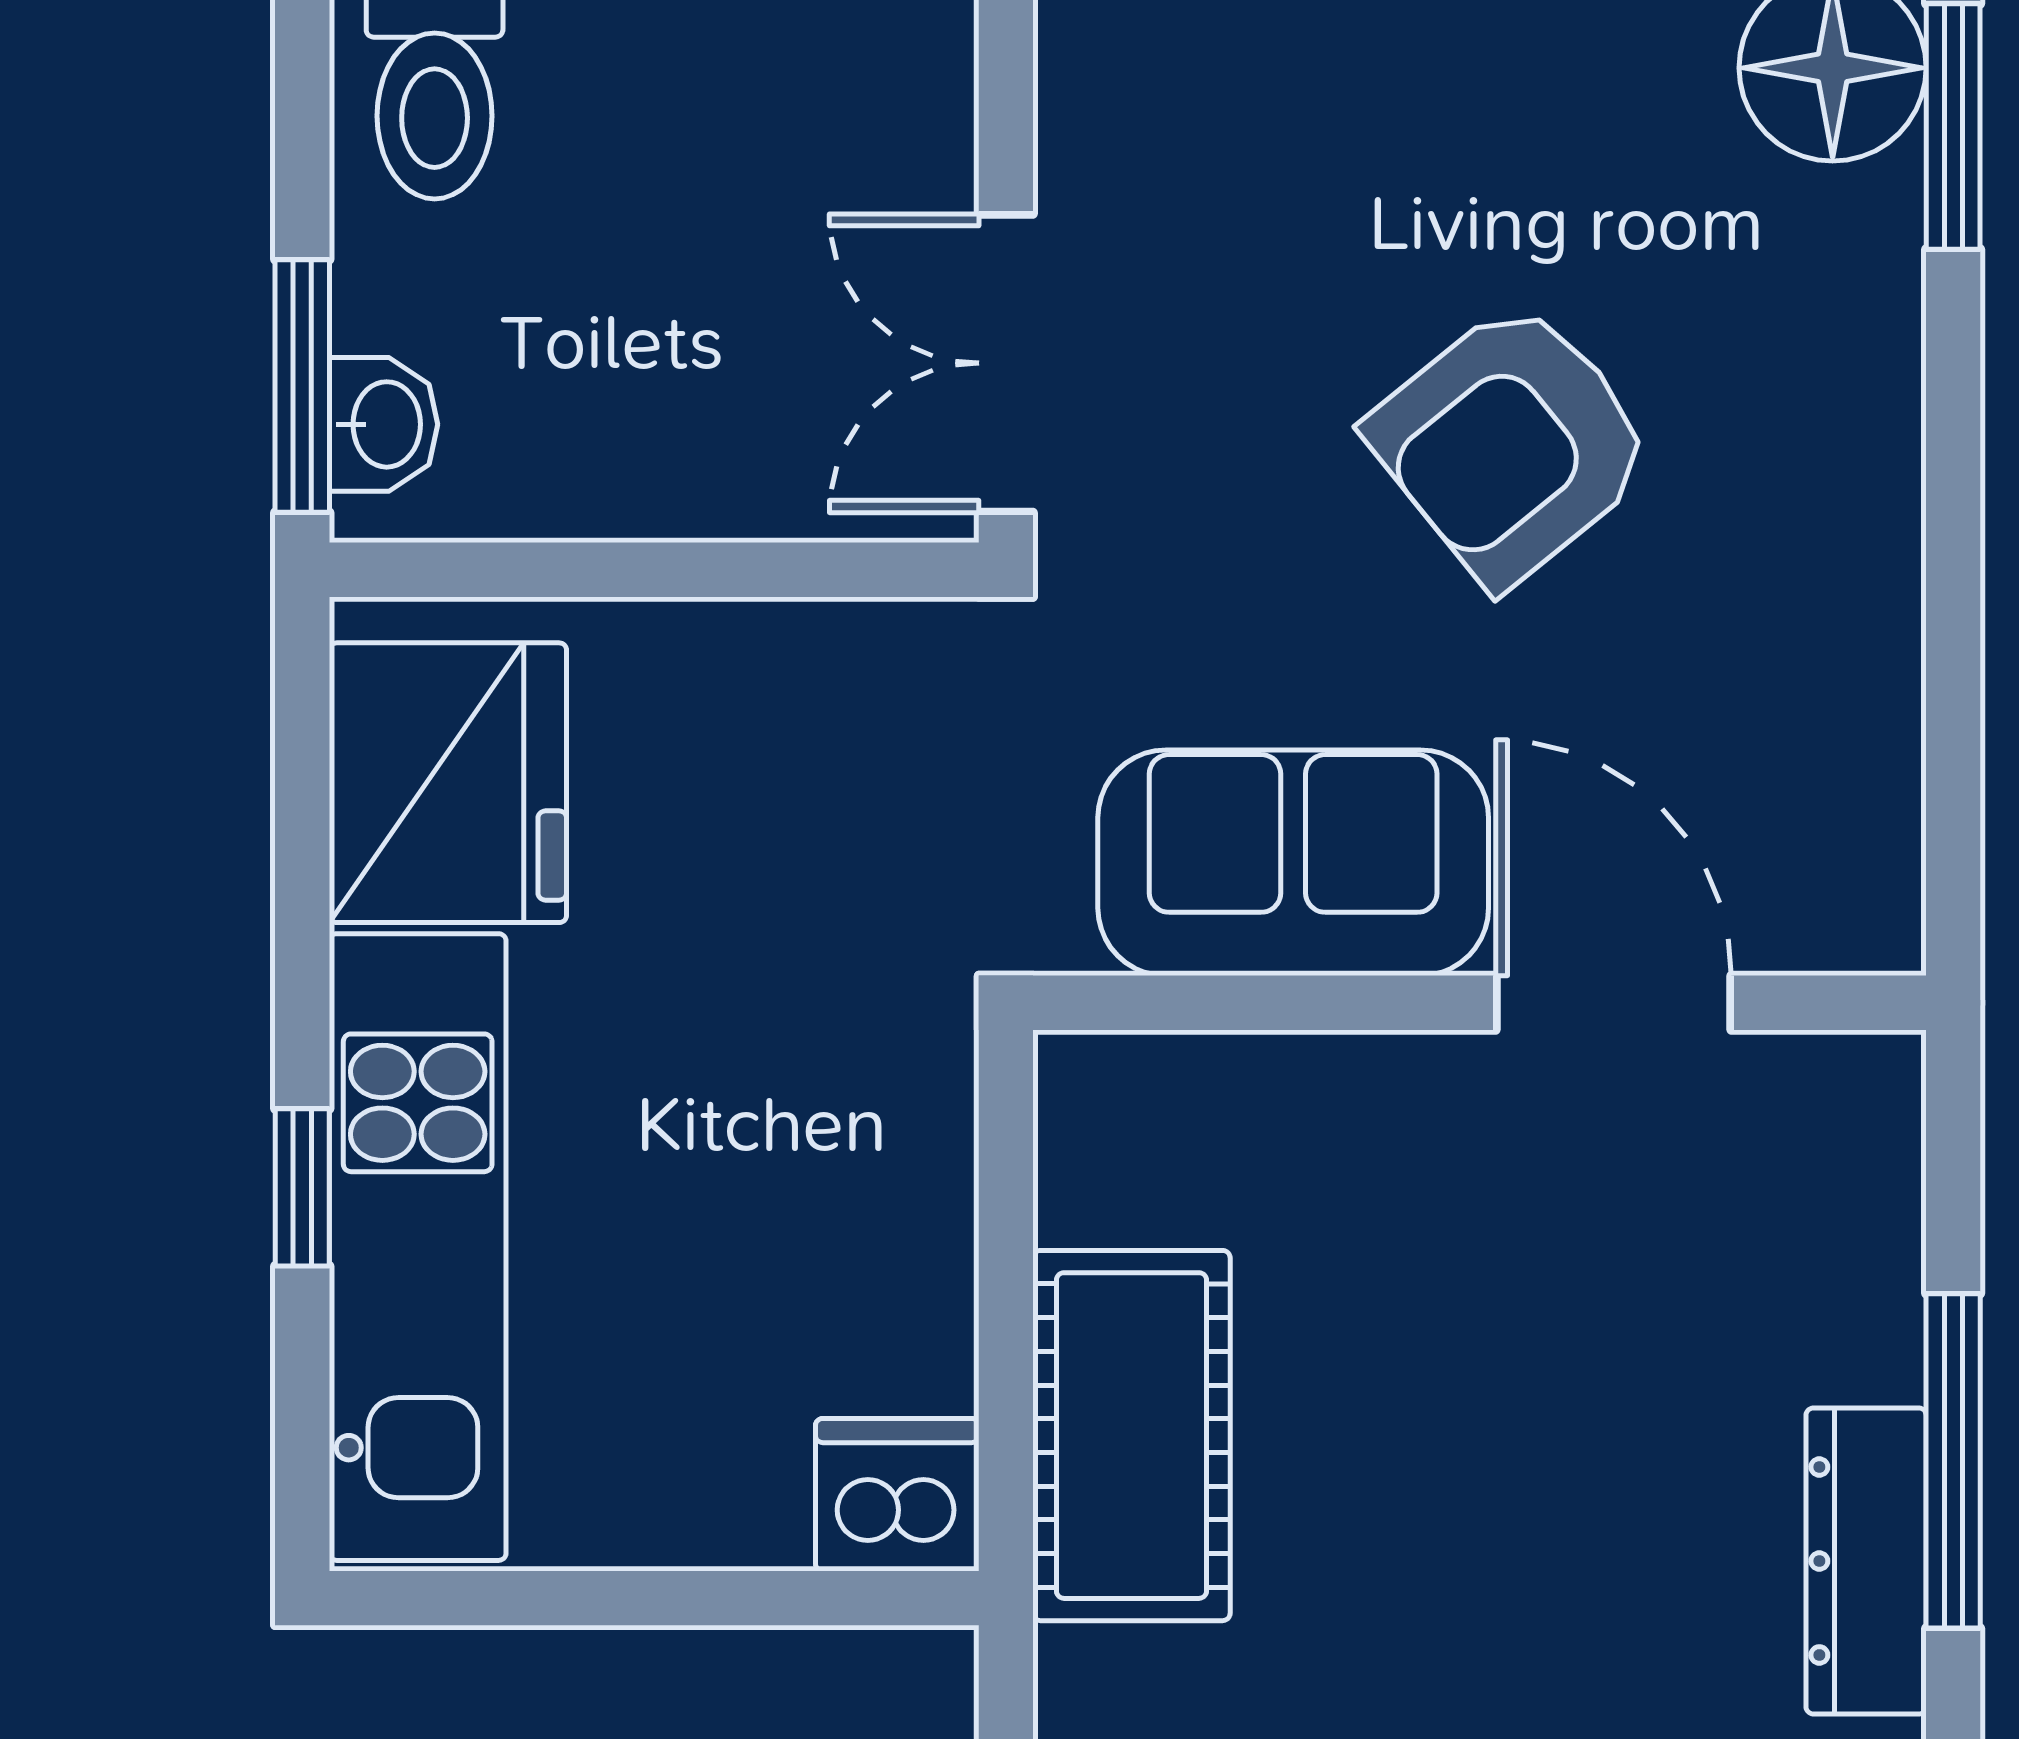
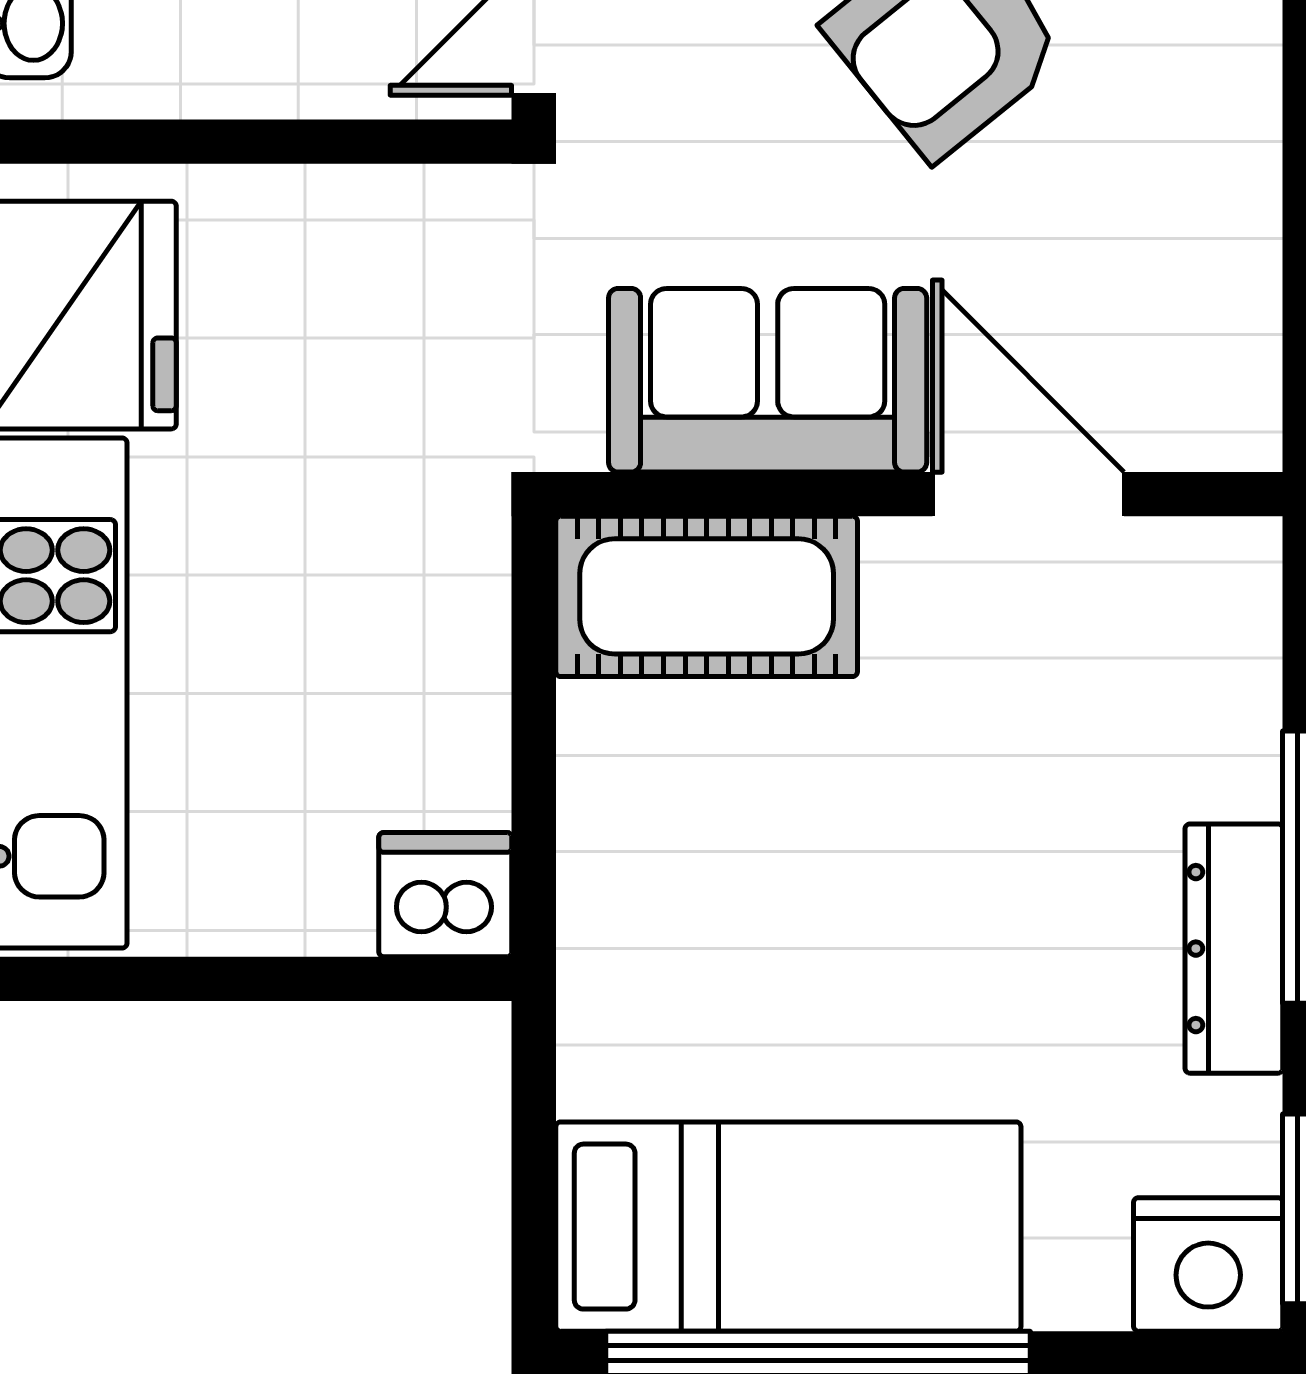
cot: (1131, 1436) -> (707, 596), moved, turned 90

